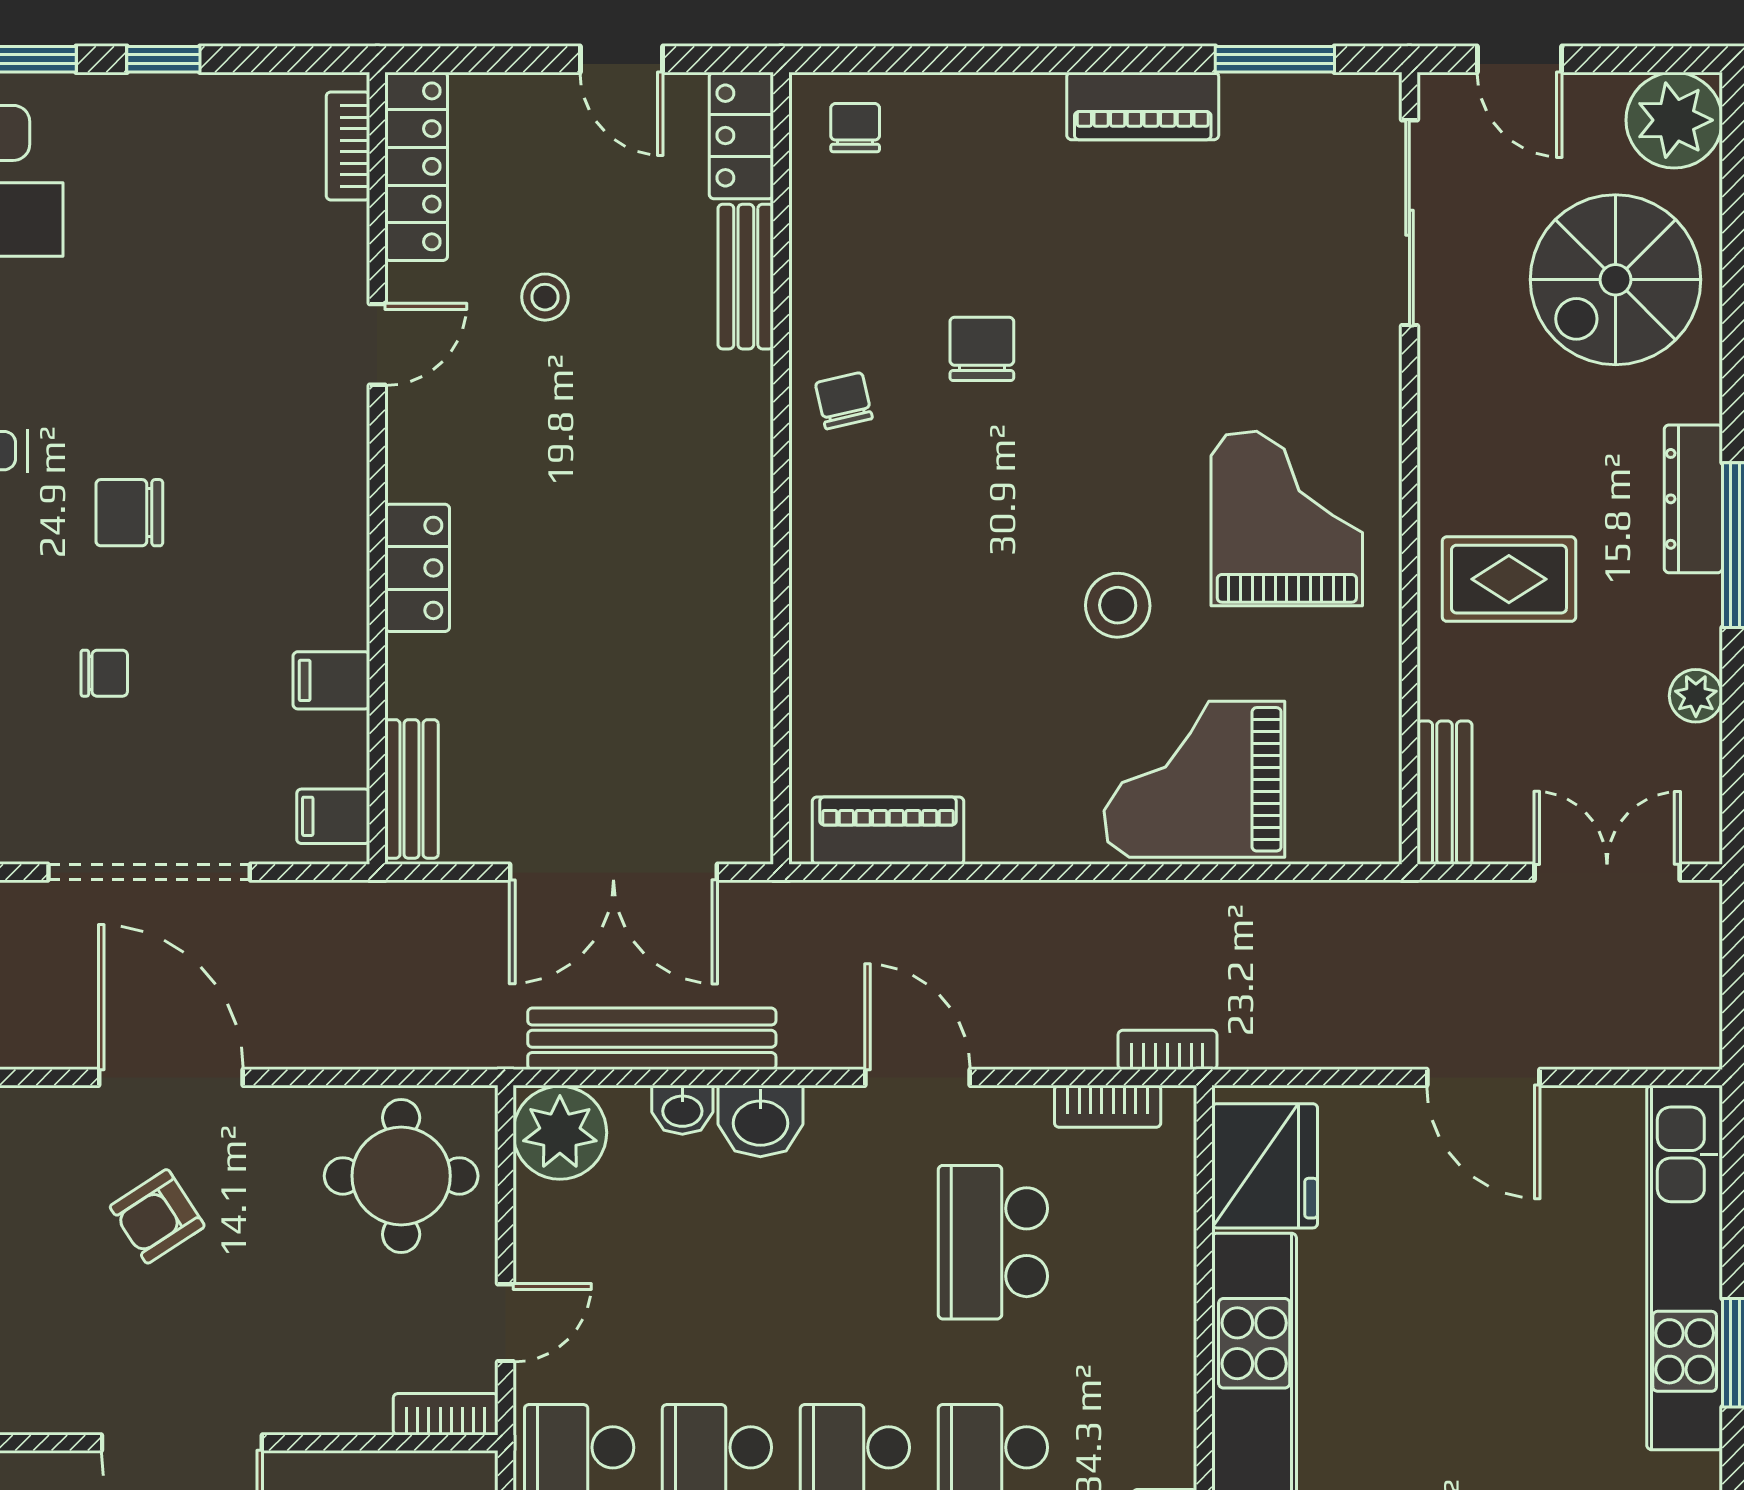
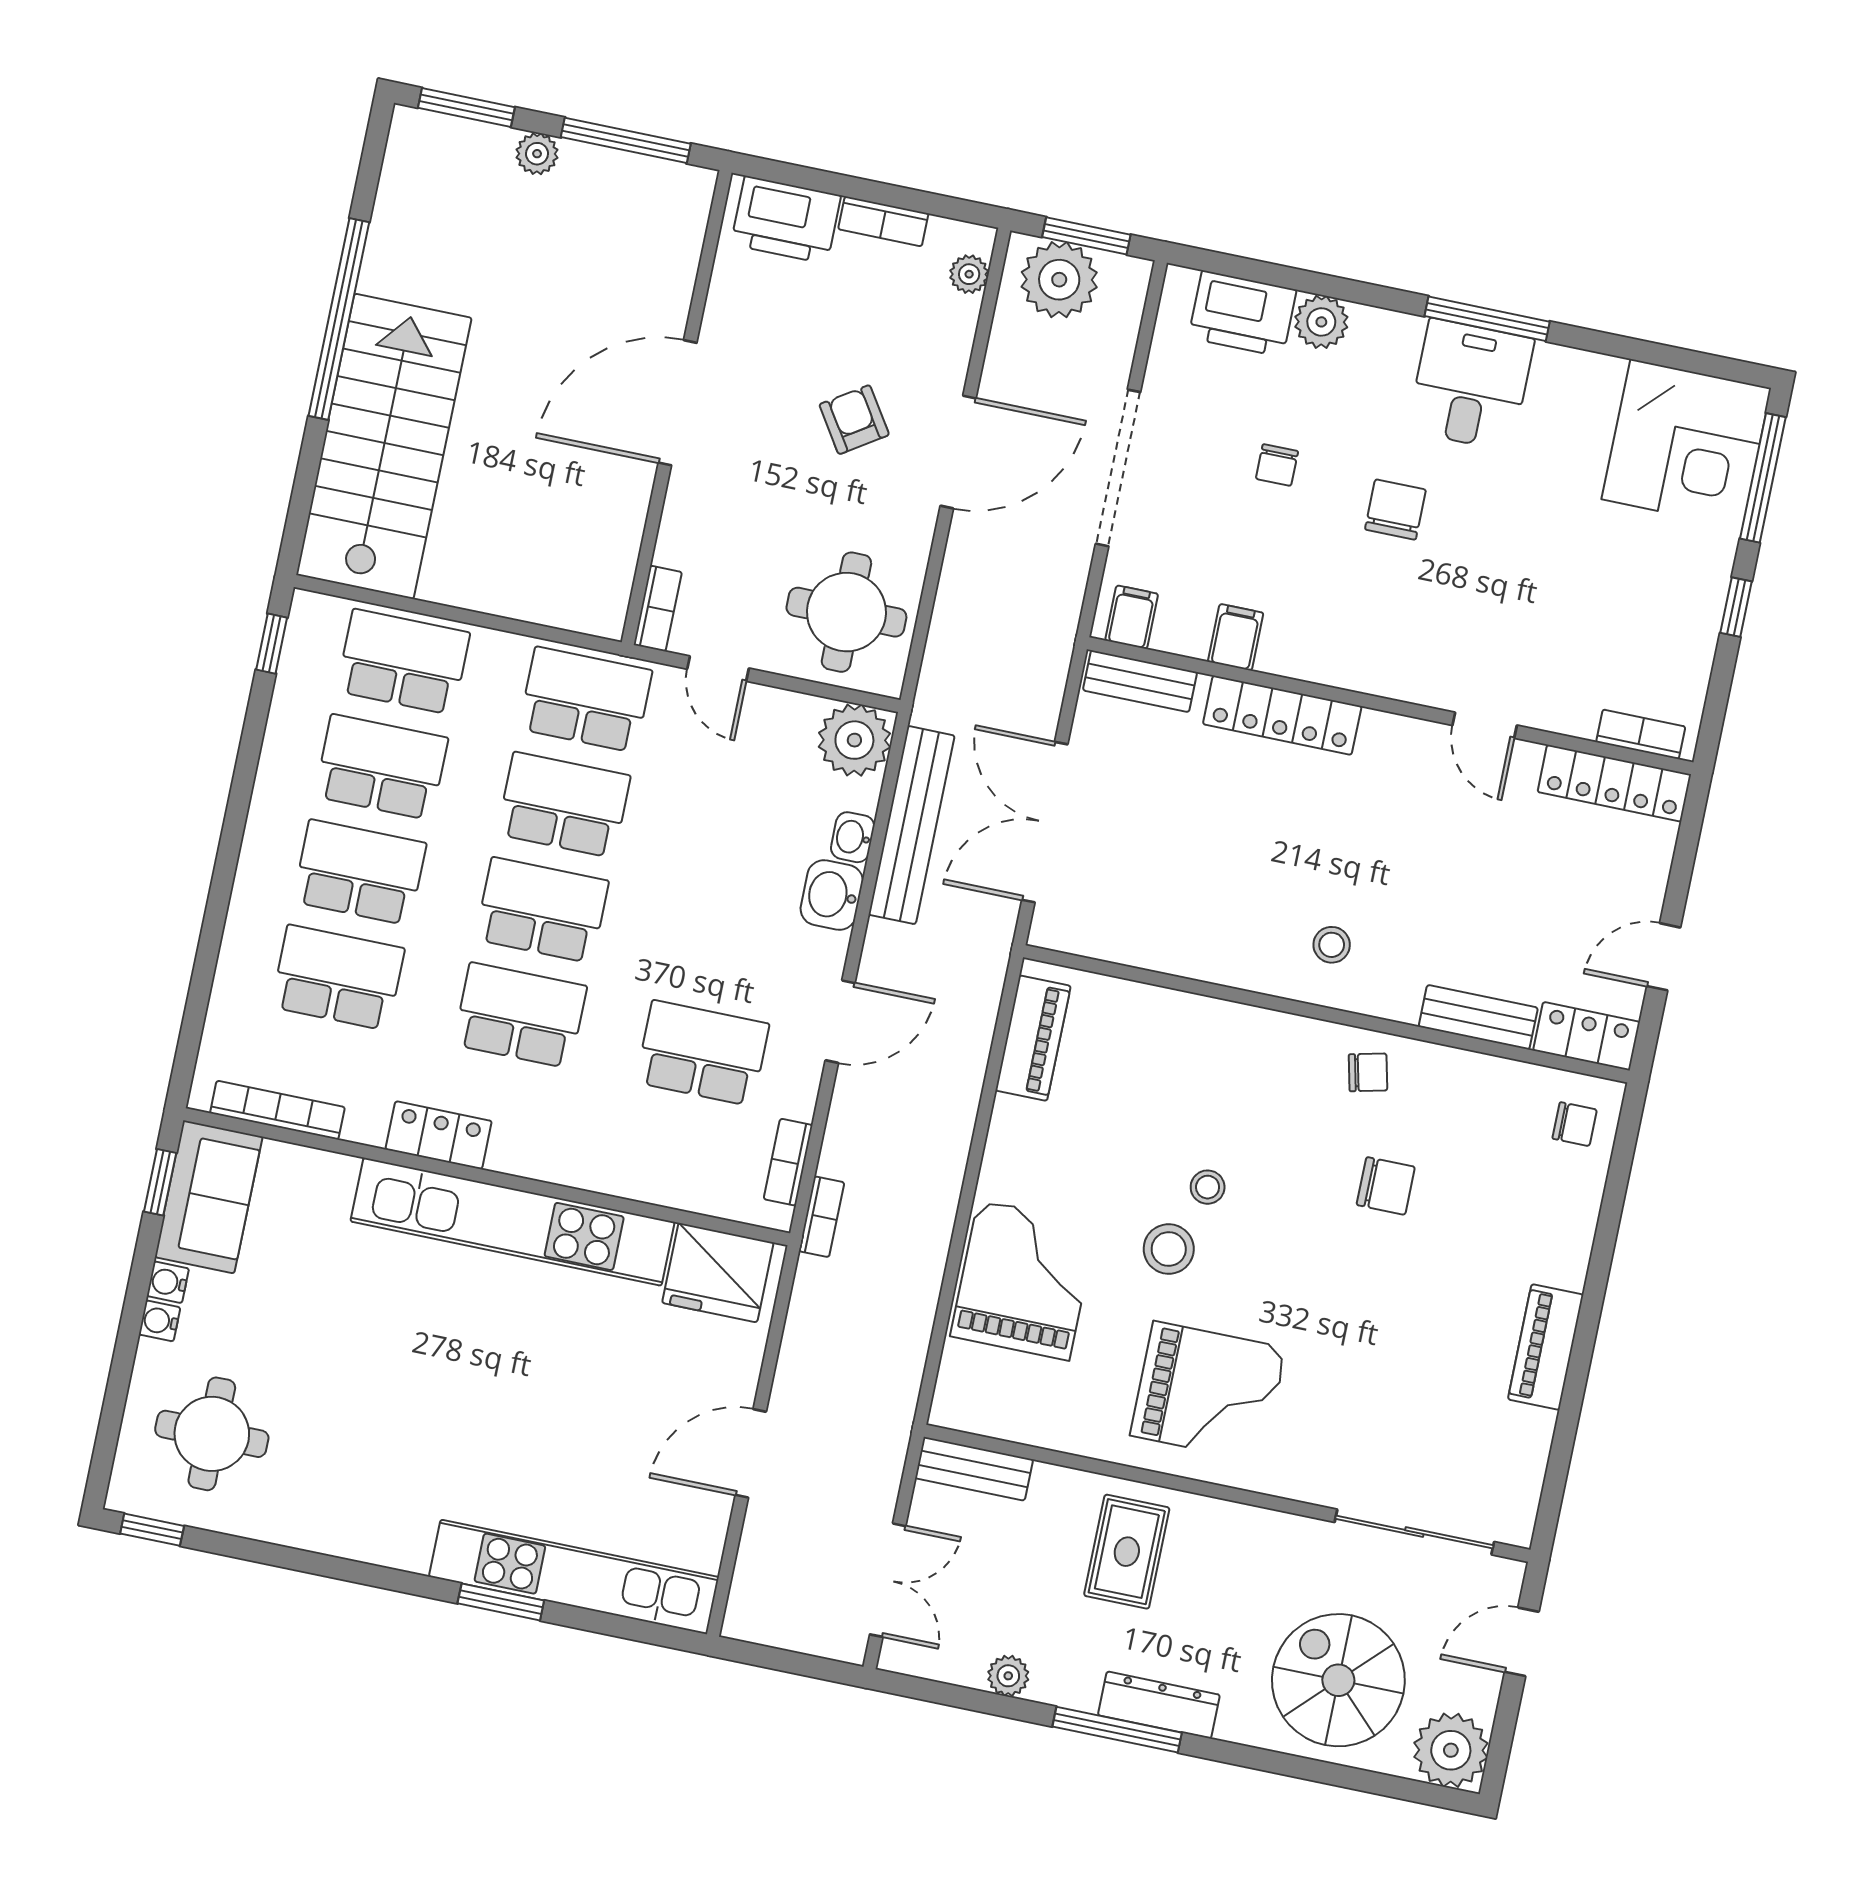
window: (1275, 59) -> (1560, 1455), removed
stool: (545, 297) -> (1332, 945), moved
locker: (417, 568) -> (1282, 715), width x1.53
stool: (1030, 572) -> (1208, 1187), added

